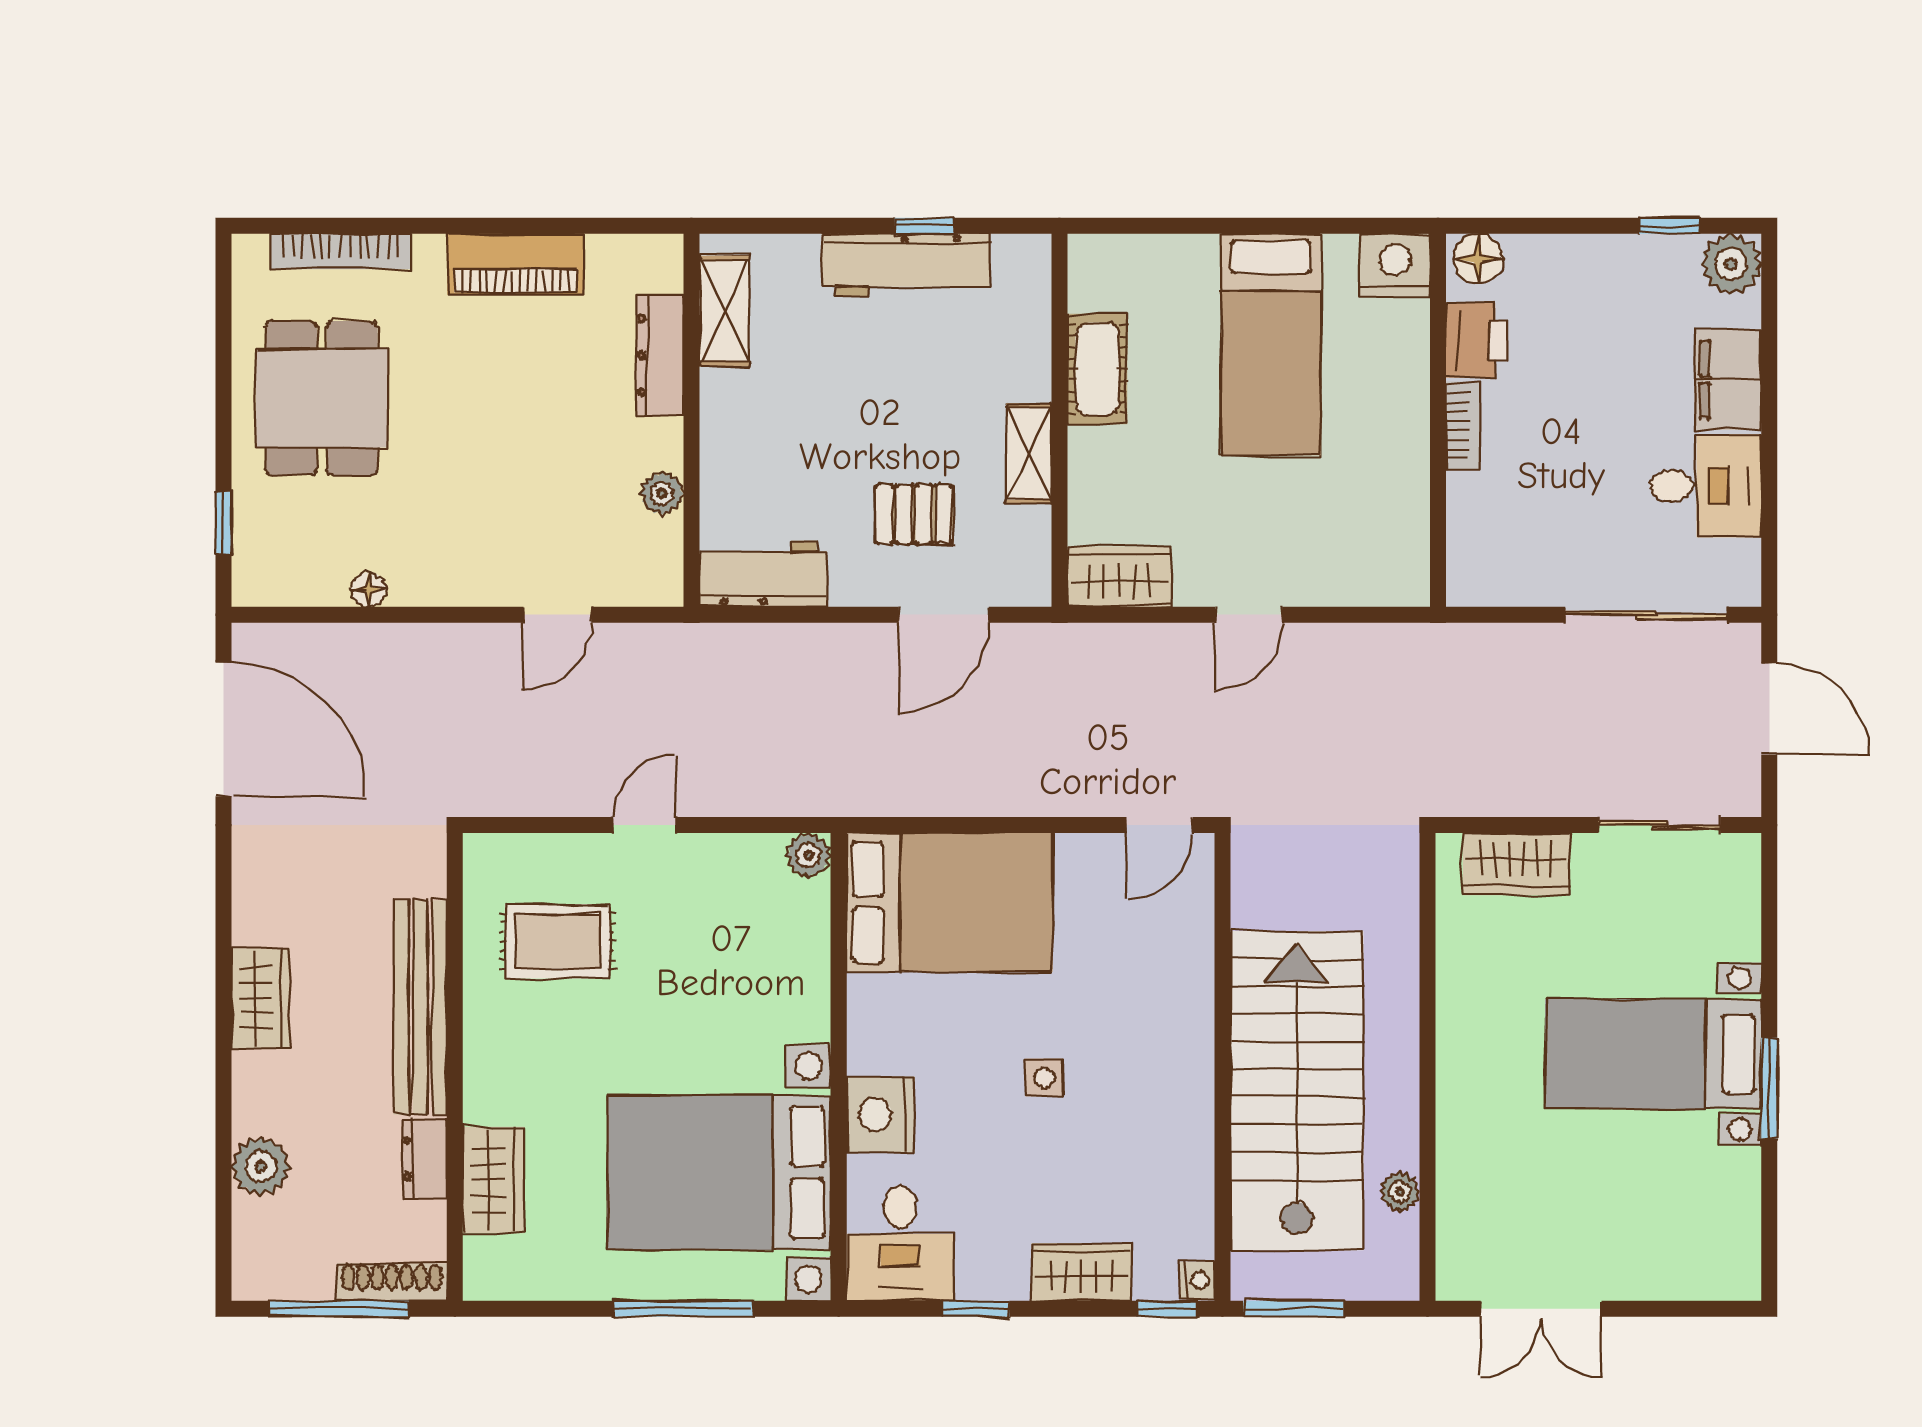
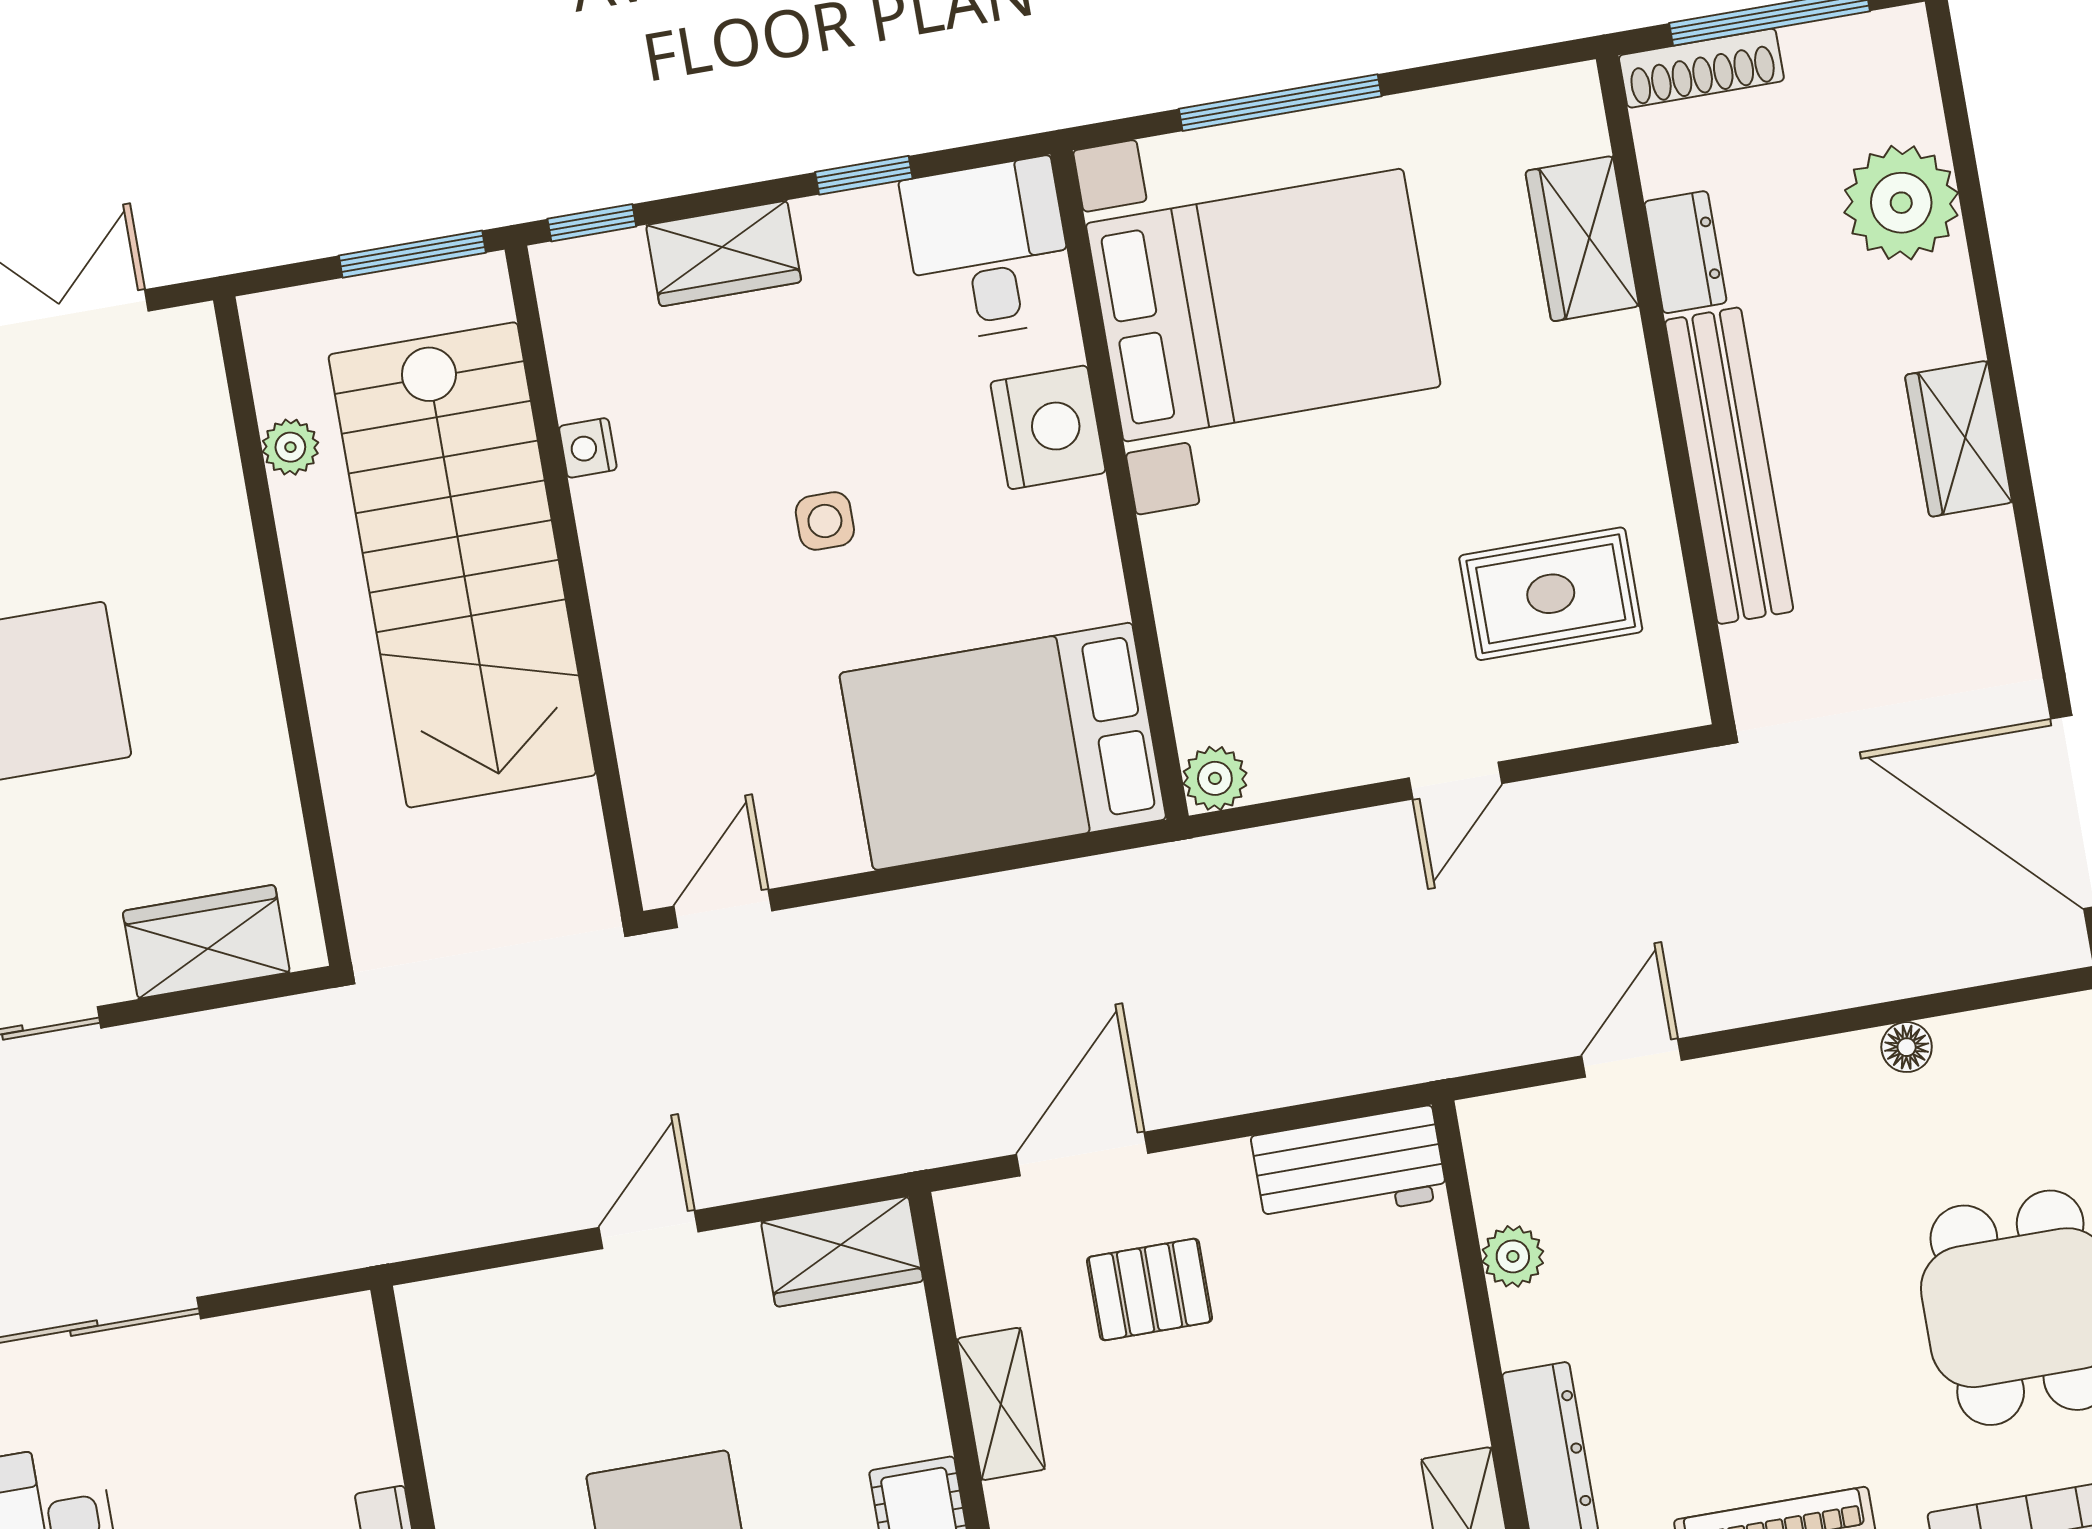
plant: (261, 1166) -> (1901, 203), width x1.36, depth x1.36
nightstand: (1197, 1280) -> (588, 448), moved

